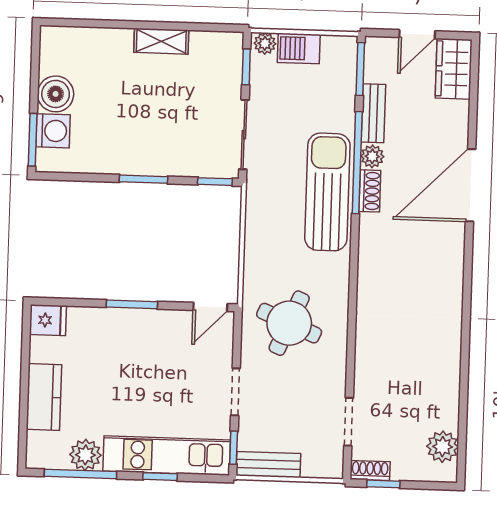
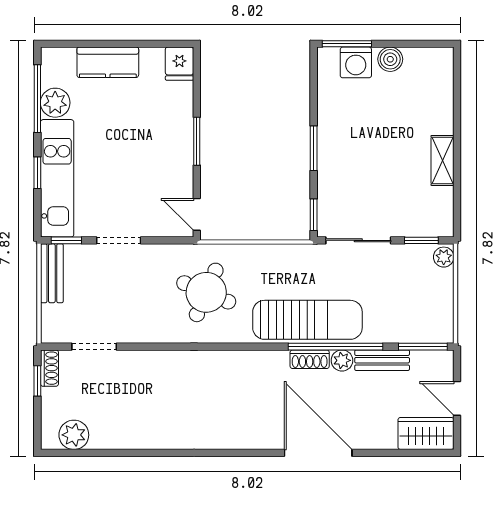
barbecue: (299, 48) -> (440, 289), removed
boiler: (56, 94) -> (390, 59), width x0.73, depth x0.73
round table: (289, 323) -> (206, 292), moved

